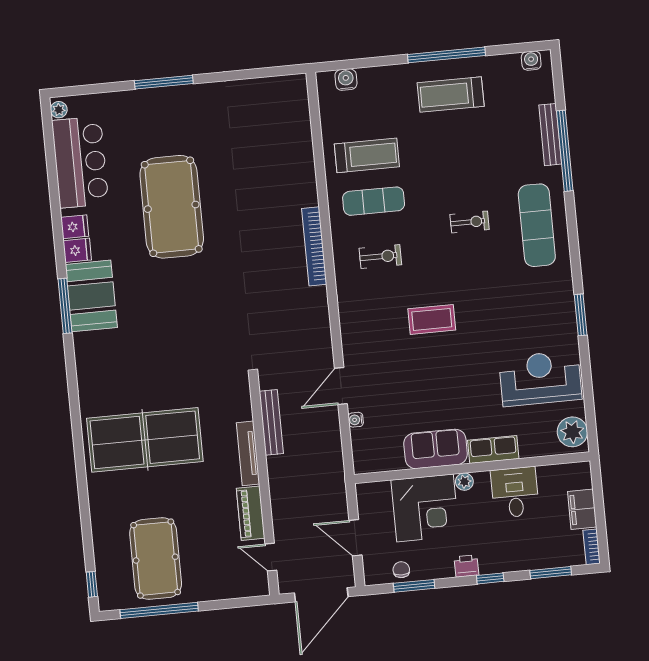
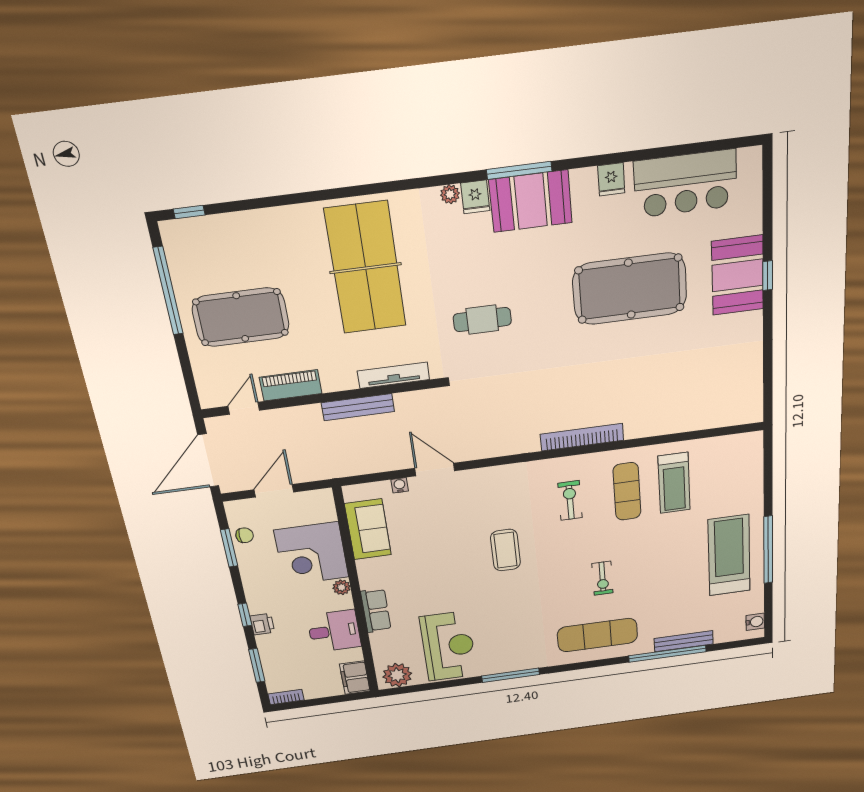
water cooler: (346, 80) -> (753, 460), removed
window: (164, 82) -> (768, 275), width x0.46
treadmill: (451, 95) -> (729, 555), width x1.37, depth x1.38
plant: (59, 110) -> (450, 194), moved
booth: (163, 110) -> (738, 275), added
fridge: (77, 250) -> (475, 197), moved
exercise bike: (380, 257) -> (570, 500), turned 180
window: (581, 315) -> (511, 675), width x1.44
cafe table: (195, 339) -> (482, 320), added
bench: (271, 422) -> (358, 407), moved
sofa: (436, 449) -> (368, 529), moved
tv unit: (248, 453) -> (393, 375), moved
filing cabinet: (582, 509) -> (355, 678), moved, turned -90
pool table: (156, 559) -> (241, 317), moved
printer: (466, 566) -> (262, 624), moved
door: (321, 595) -> (208, 460), hinge flipped

